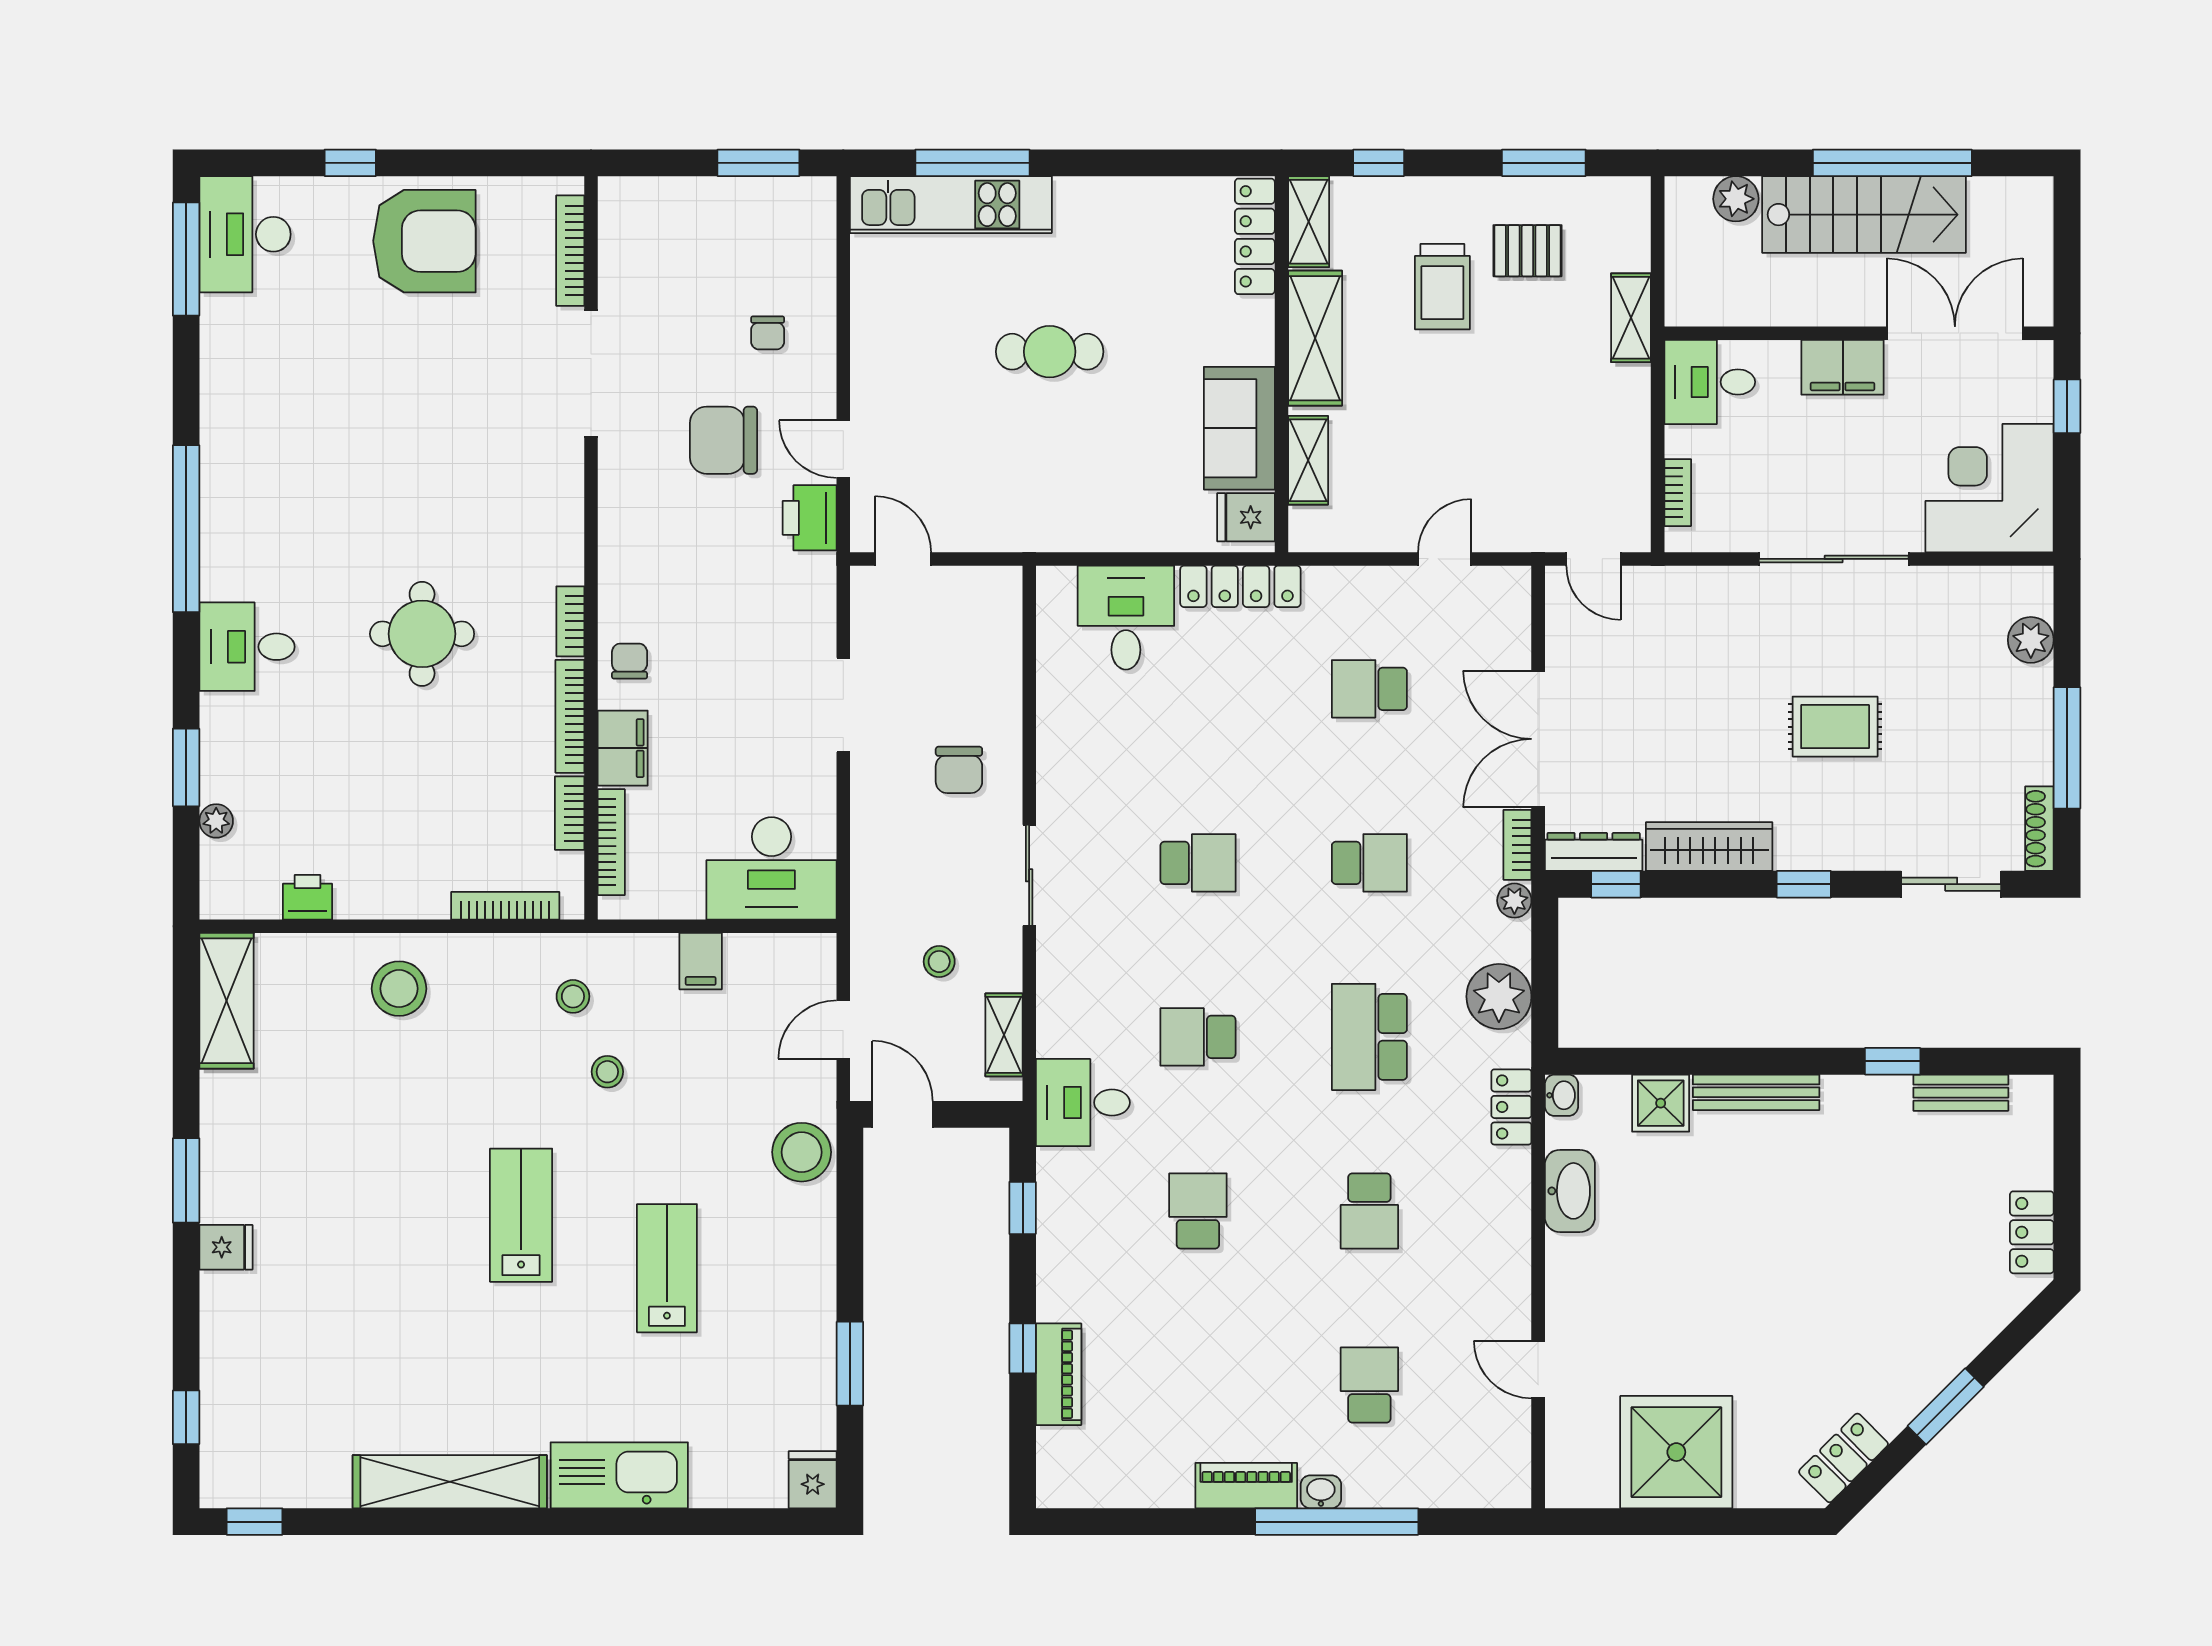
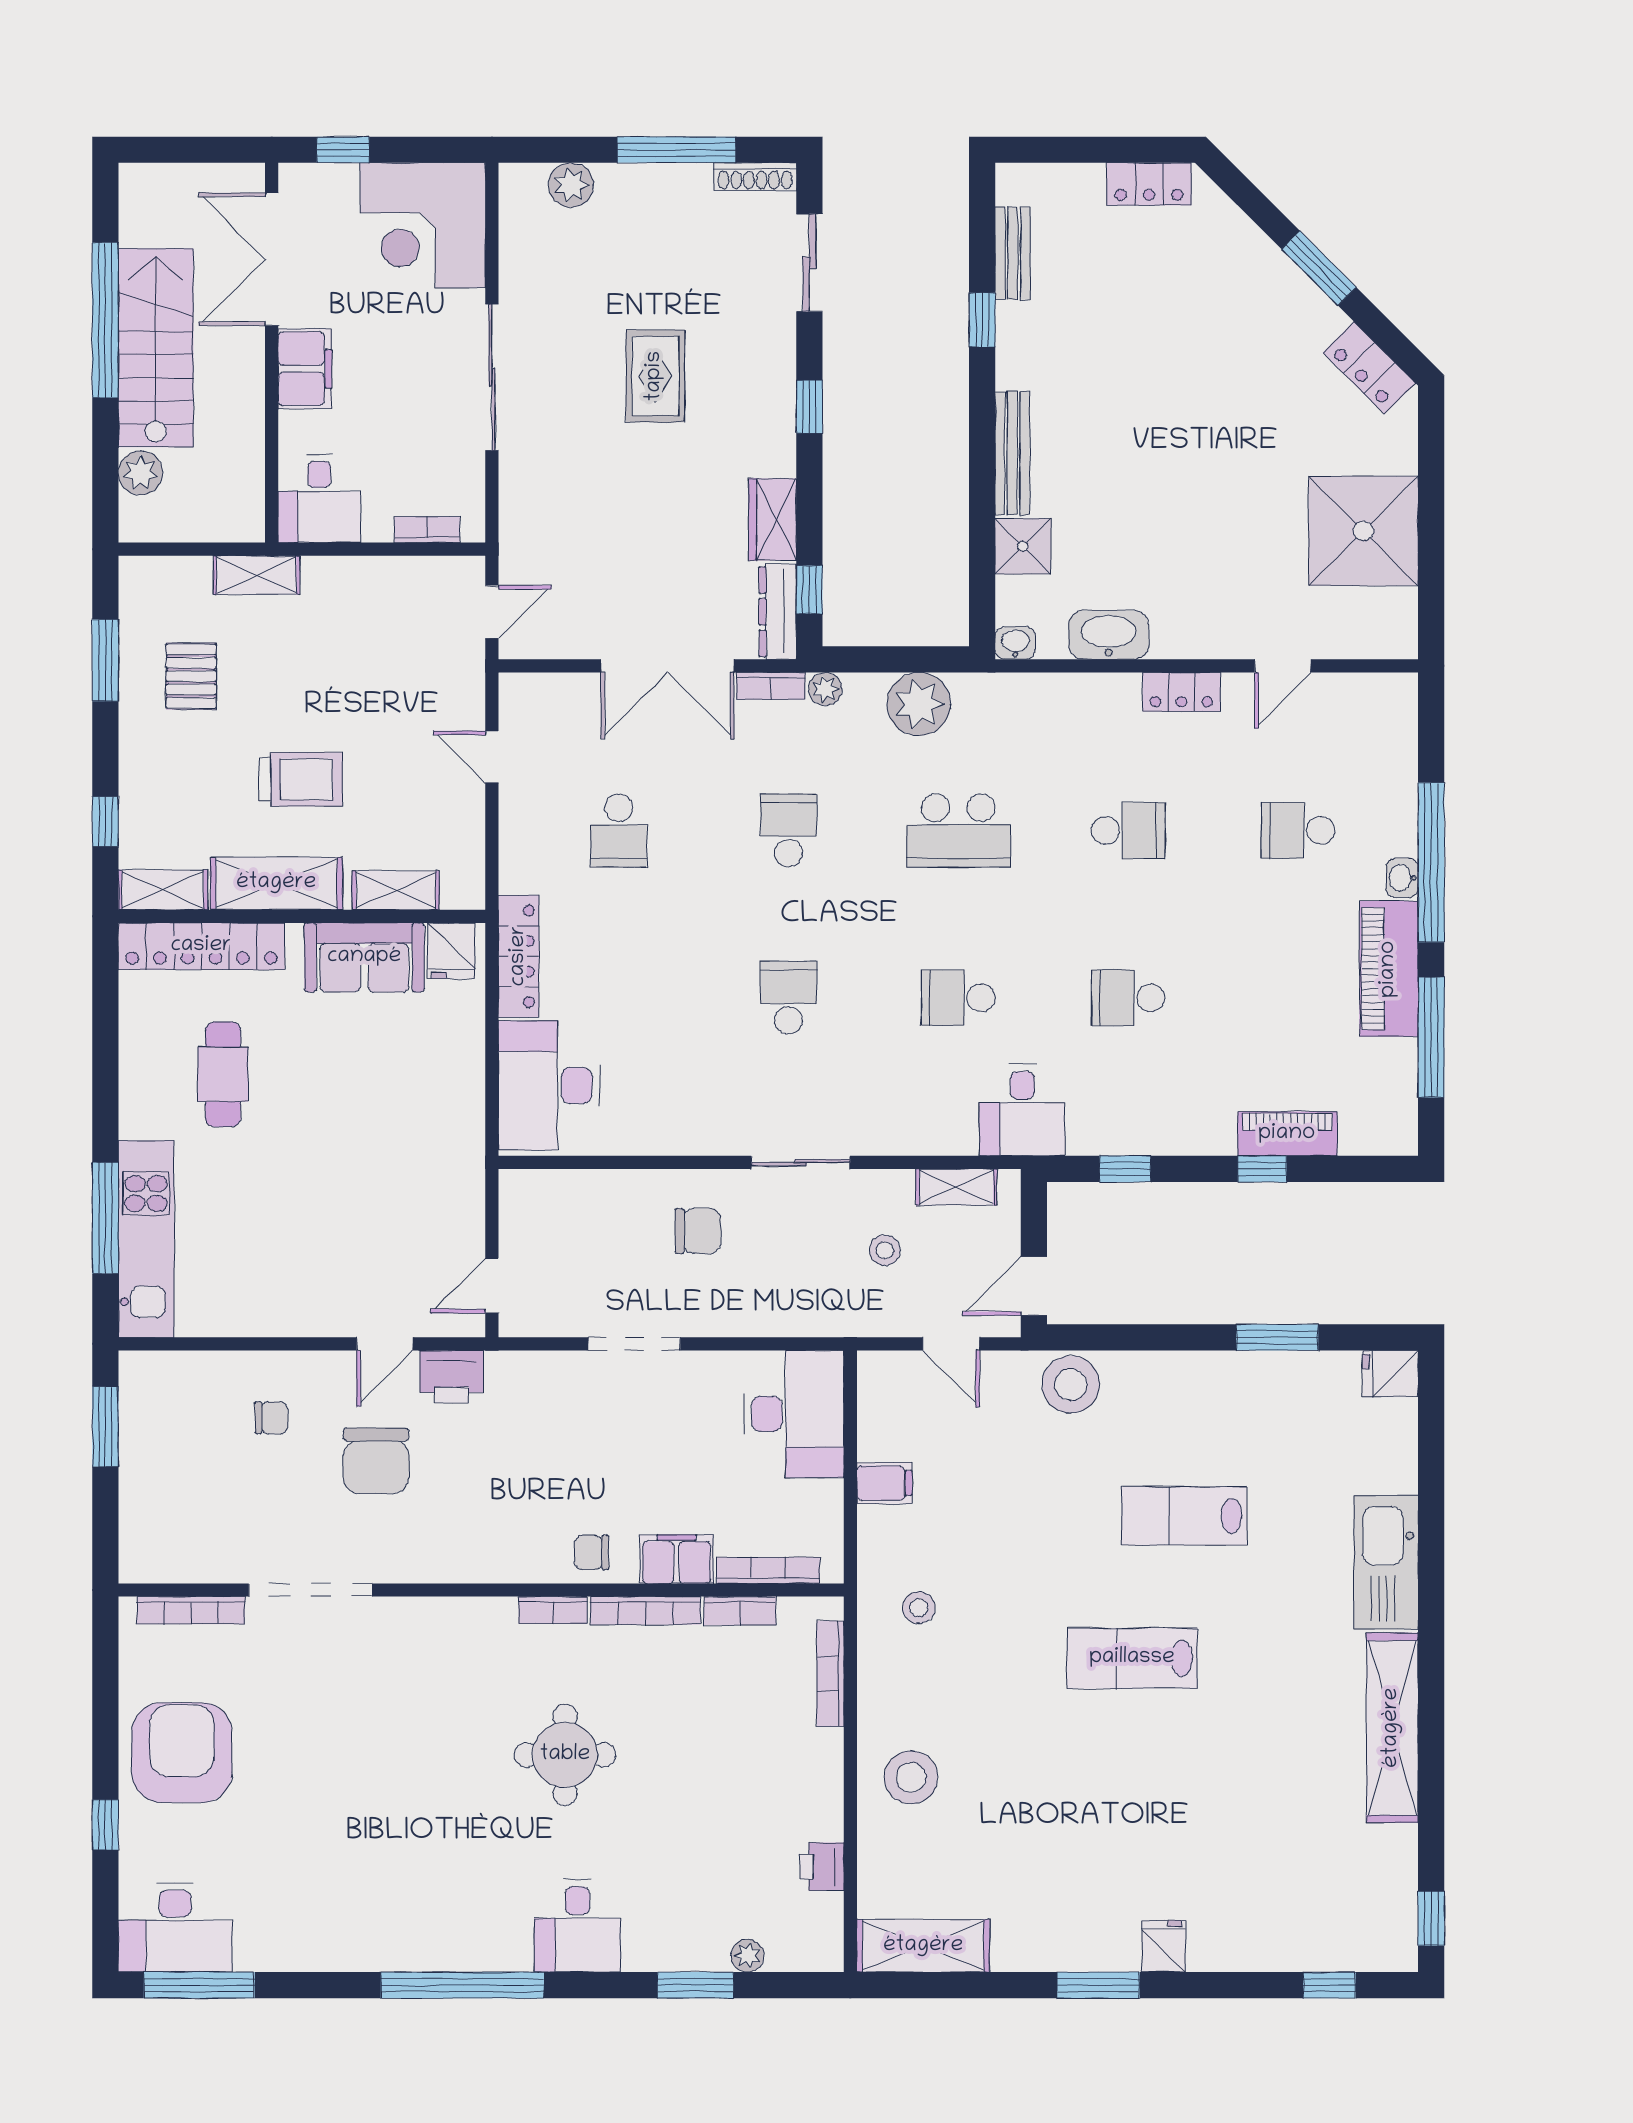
locker: (1255, 236) -> (201, 946), width x1.41, depth x1.21
trolley: (1442, 287) -> (301, 779), moved
cafe table: (1050, 352) -> (223, 1074), moved
desk: (1126, 618) -> (549, 1086), width x1.37
wardrobe: (1709, 847) -> (773, 519), width x0.67
school desk: (1198, 1037) -> (958, 998), turned 90
stool: (607, 1072) -> (992, 1574), removed
locker: (1511, 1107) -> (1181, 692), moved
piano: (1246, 1486) -> (1389, 969), width x1.37, depth x1.33
window: (1157, 1522) -> (1431, 1037), added

